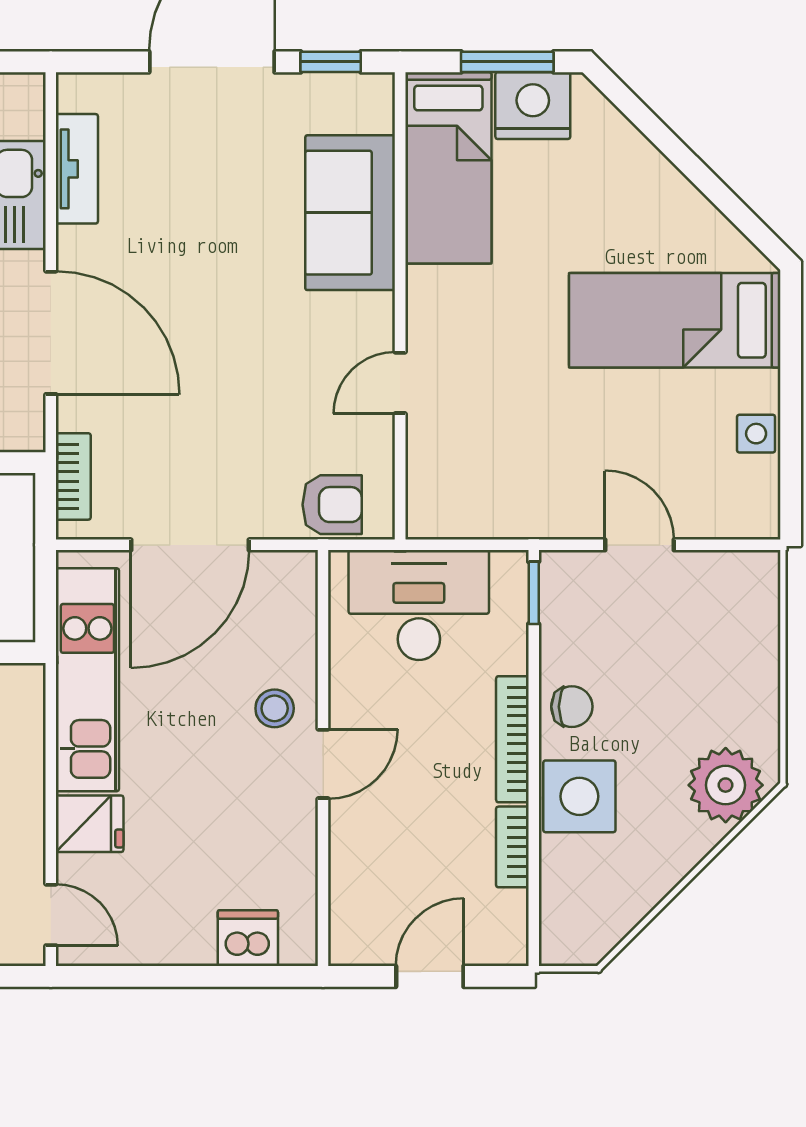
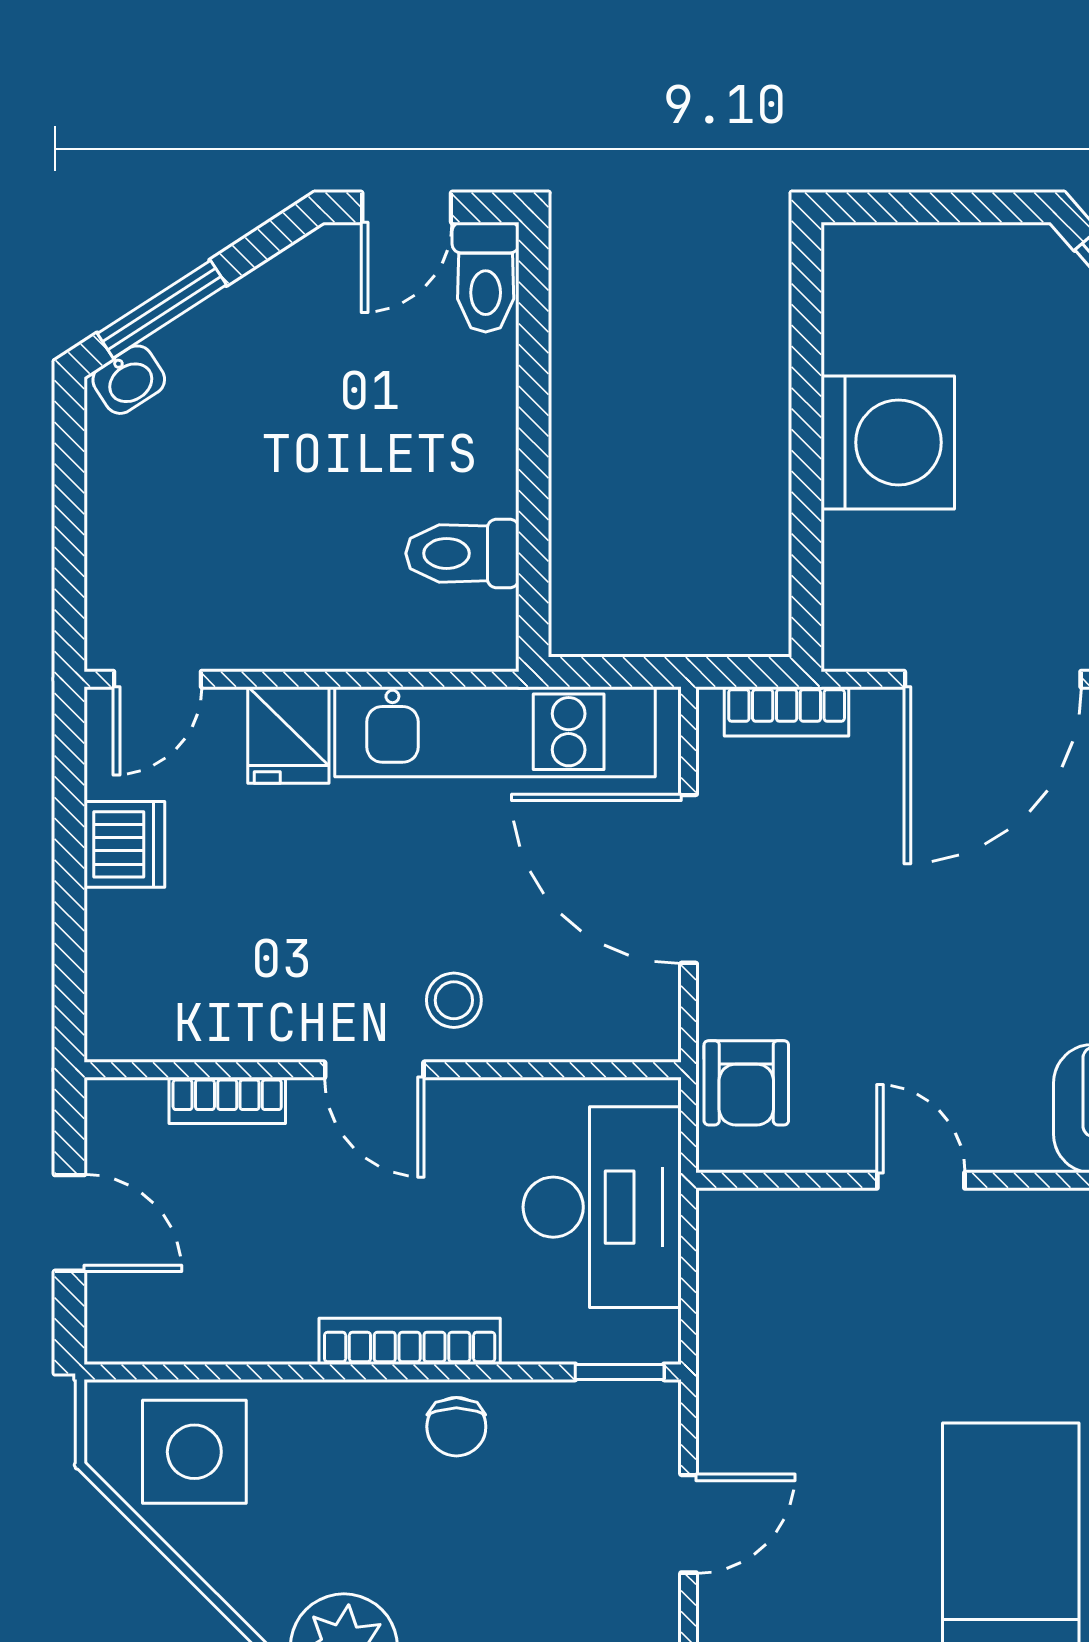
side table: (579, 796) -> (194, 1452), moved
bookcase: (512, 847) -> (227, 1100), moved, turned 180
dishwasher: (248, 938) -> (124, 844), moved

